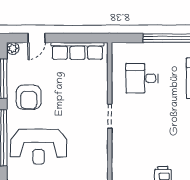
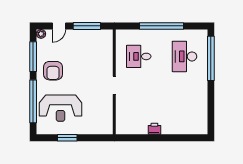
window: (73, 38) -> (87, 26), added
row of seats: (77, 51) -> (90, 36), removed

